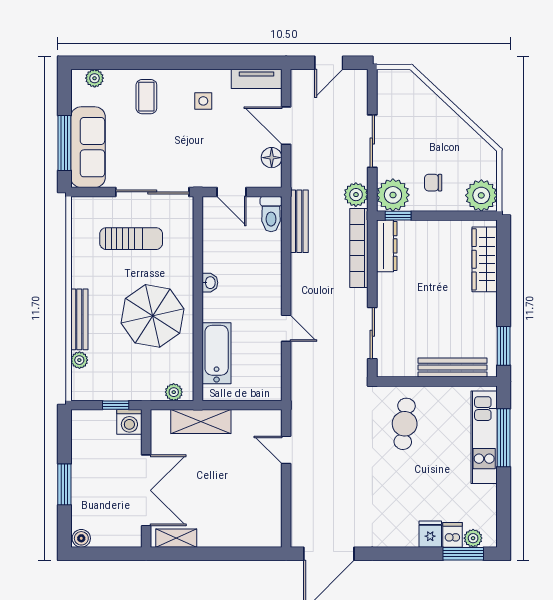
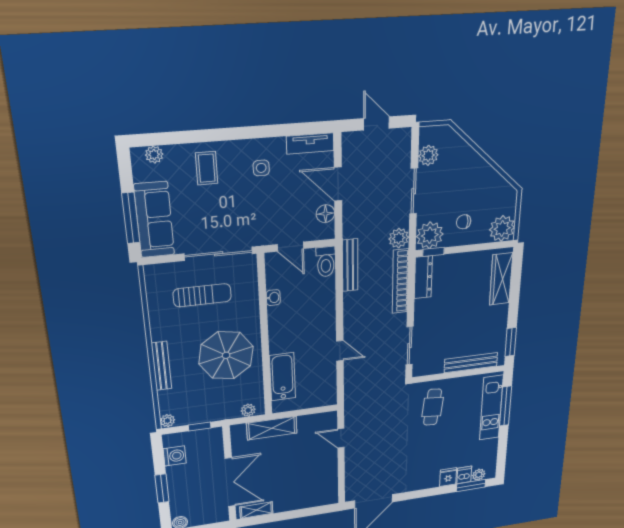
door: (329, 63) -> (376, 123), swing flipped
plant: (388, 102) -> (428, 155), added
washbasin: (210, 283) -> (273, 298), moved
plant: (79, 360) -> (167, 421), moved
washing machine: (129, 422) -> (175, 456), moved, turned -90

